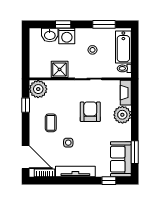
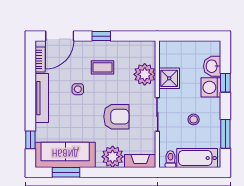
plant: (38, 89) -> (145, 74), moved
window: (26, 105) -> (101, 36), moved
sofa: (121, 159) -> (65, 155), width x1.36

